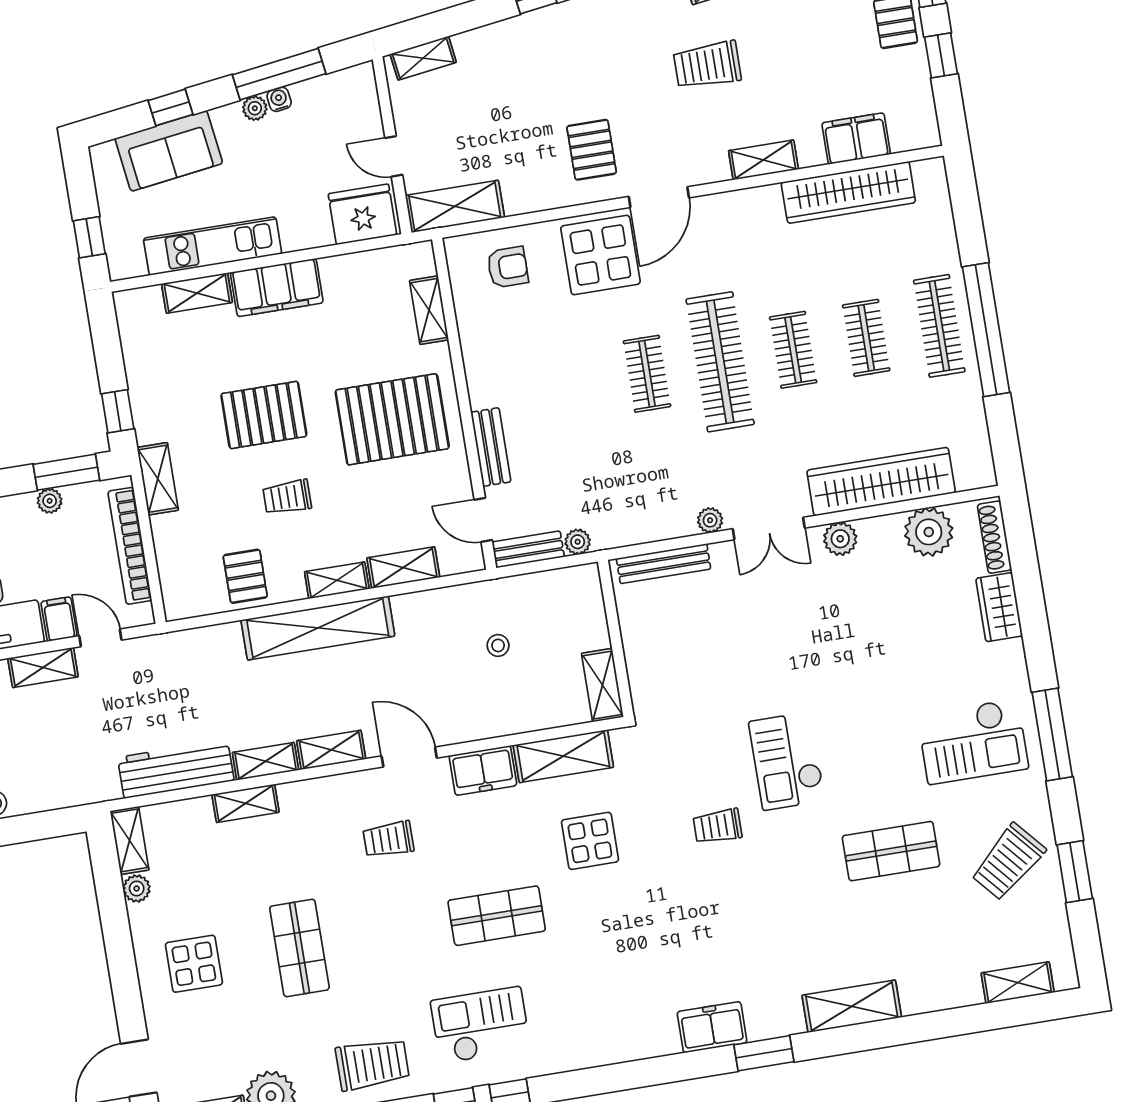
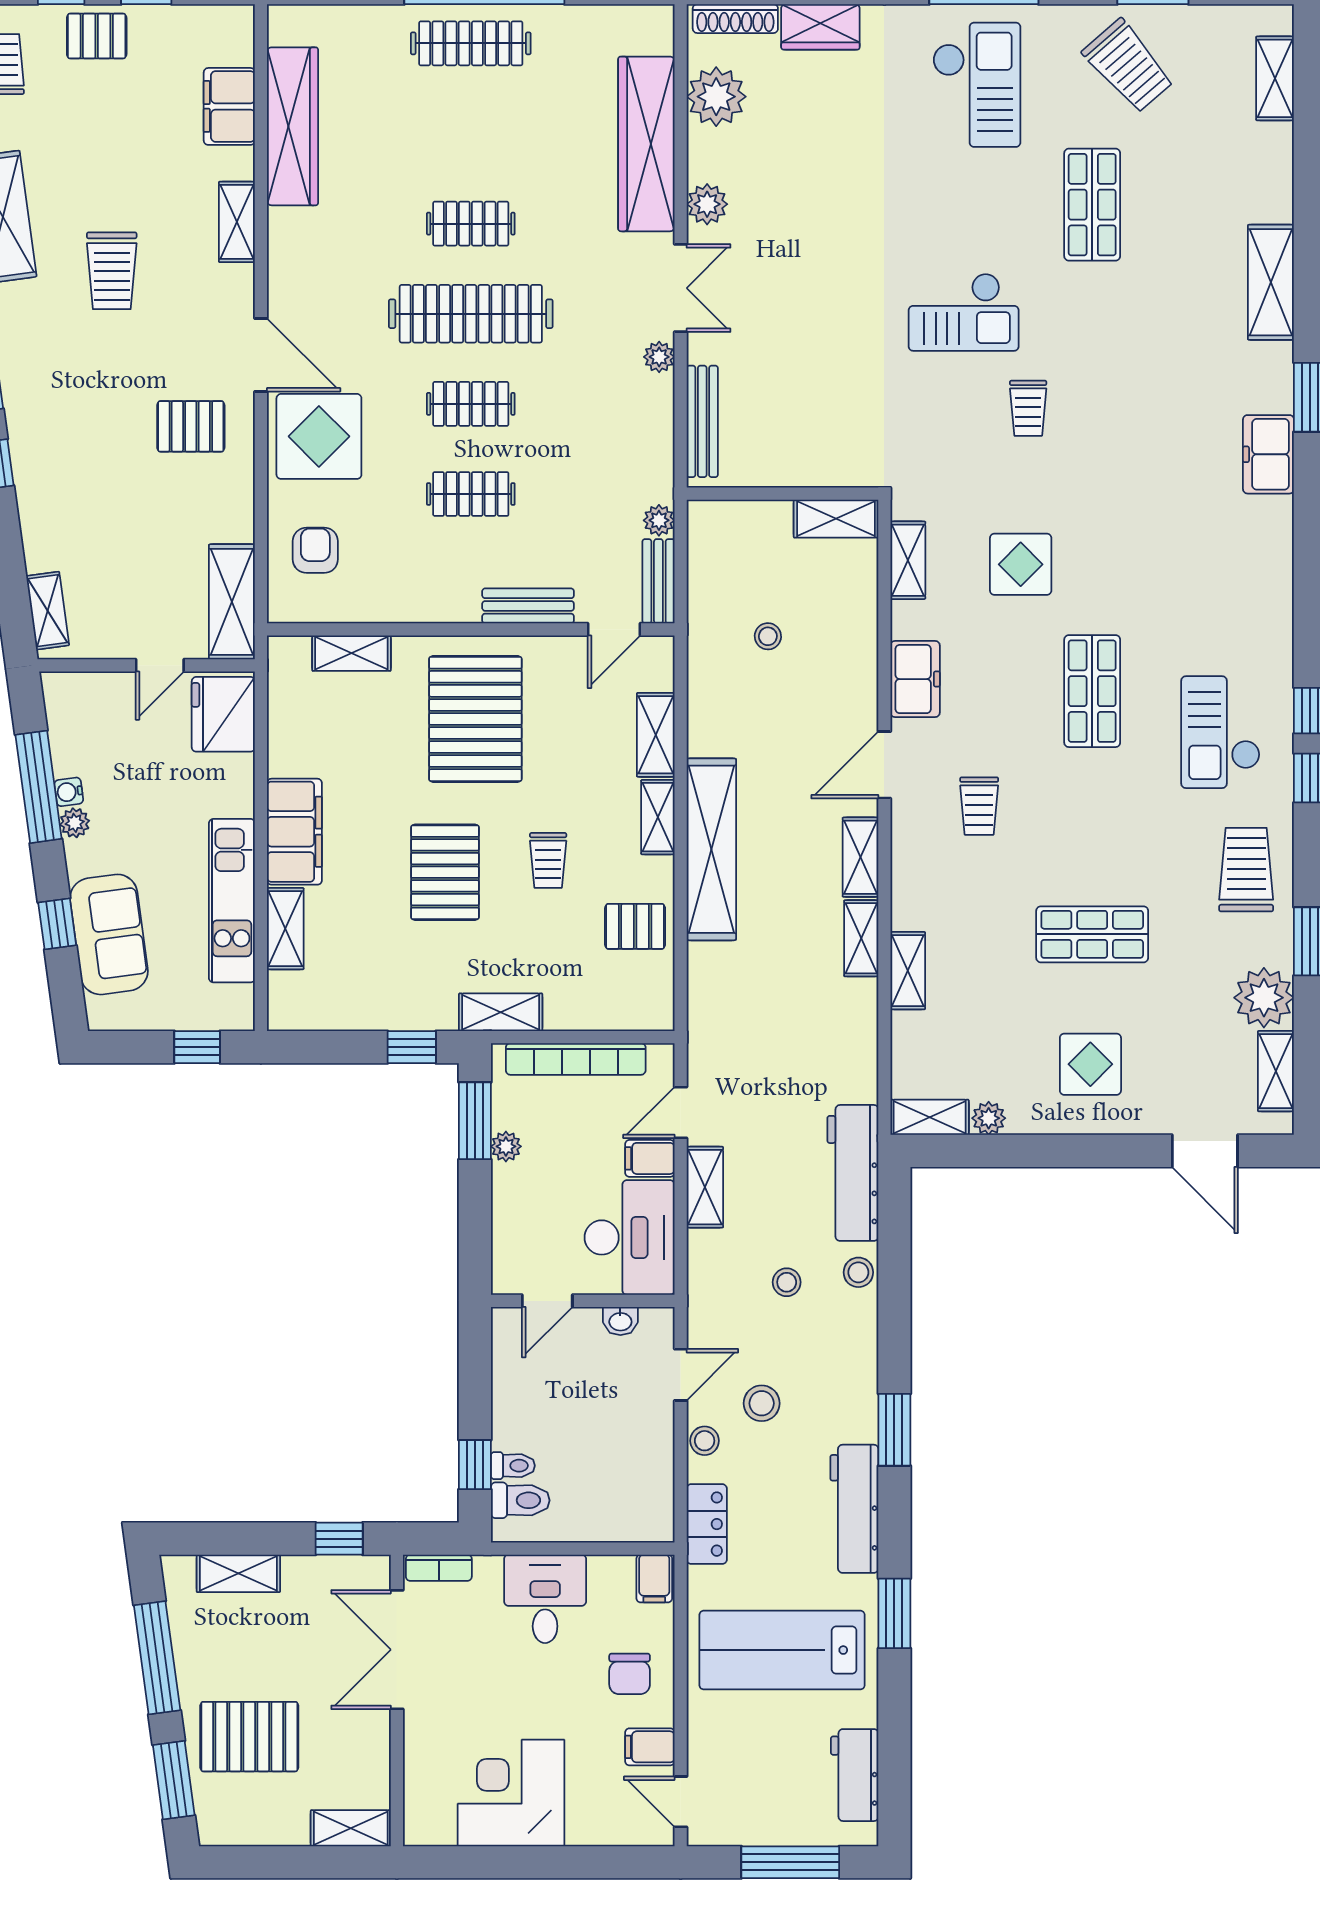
clothes rail: (866, 338) -> (471, 494), moved
shelving: (563, 756) -> (908, 560), width x0.67, depth x0.75
workbench: (176, 769) -> (853, 1173), moved

